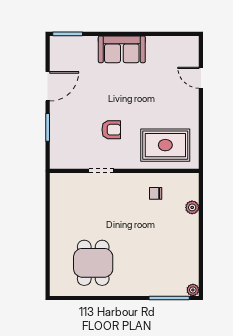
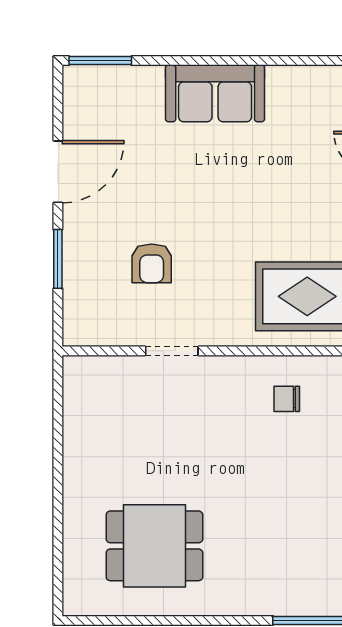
armchair: (111, 130) -> (152, 263), moved, turned 90
dining table: (93, 263) -> (154, 546), turned 90

